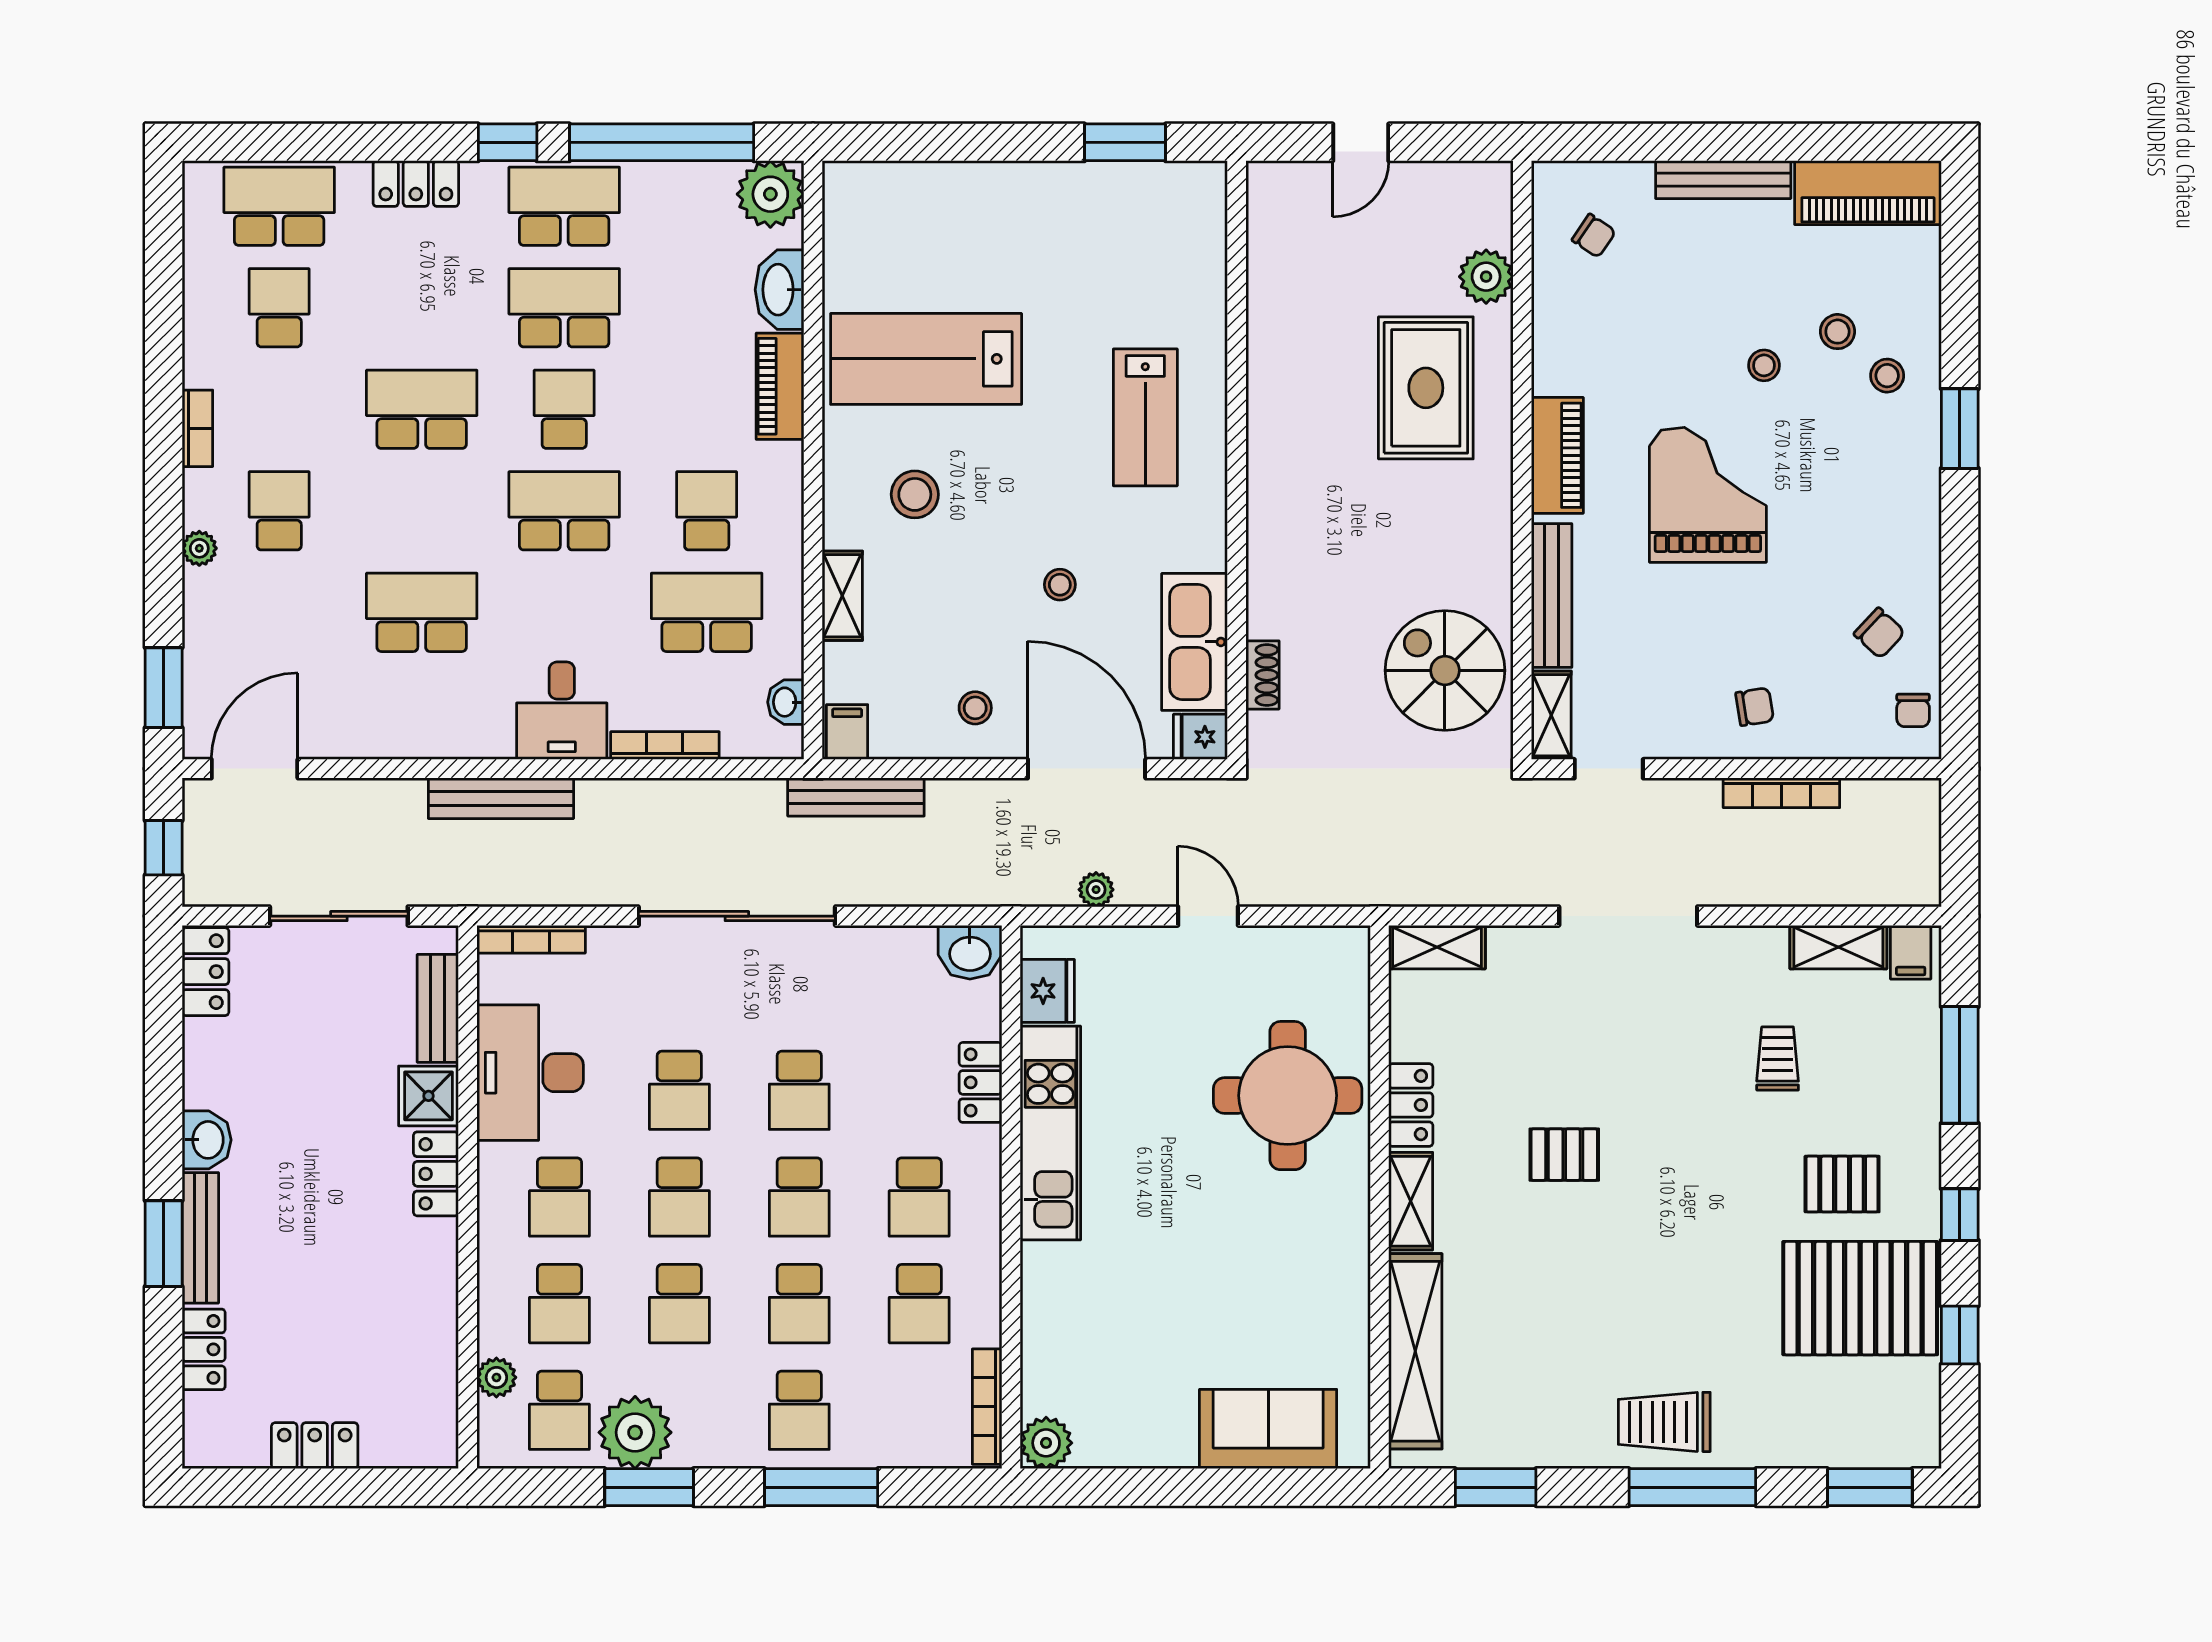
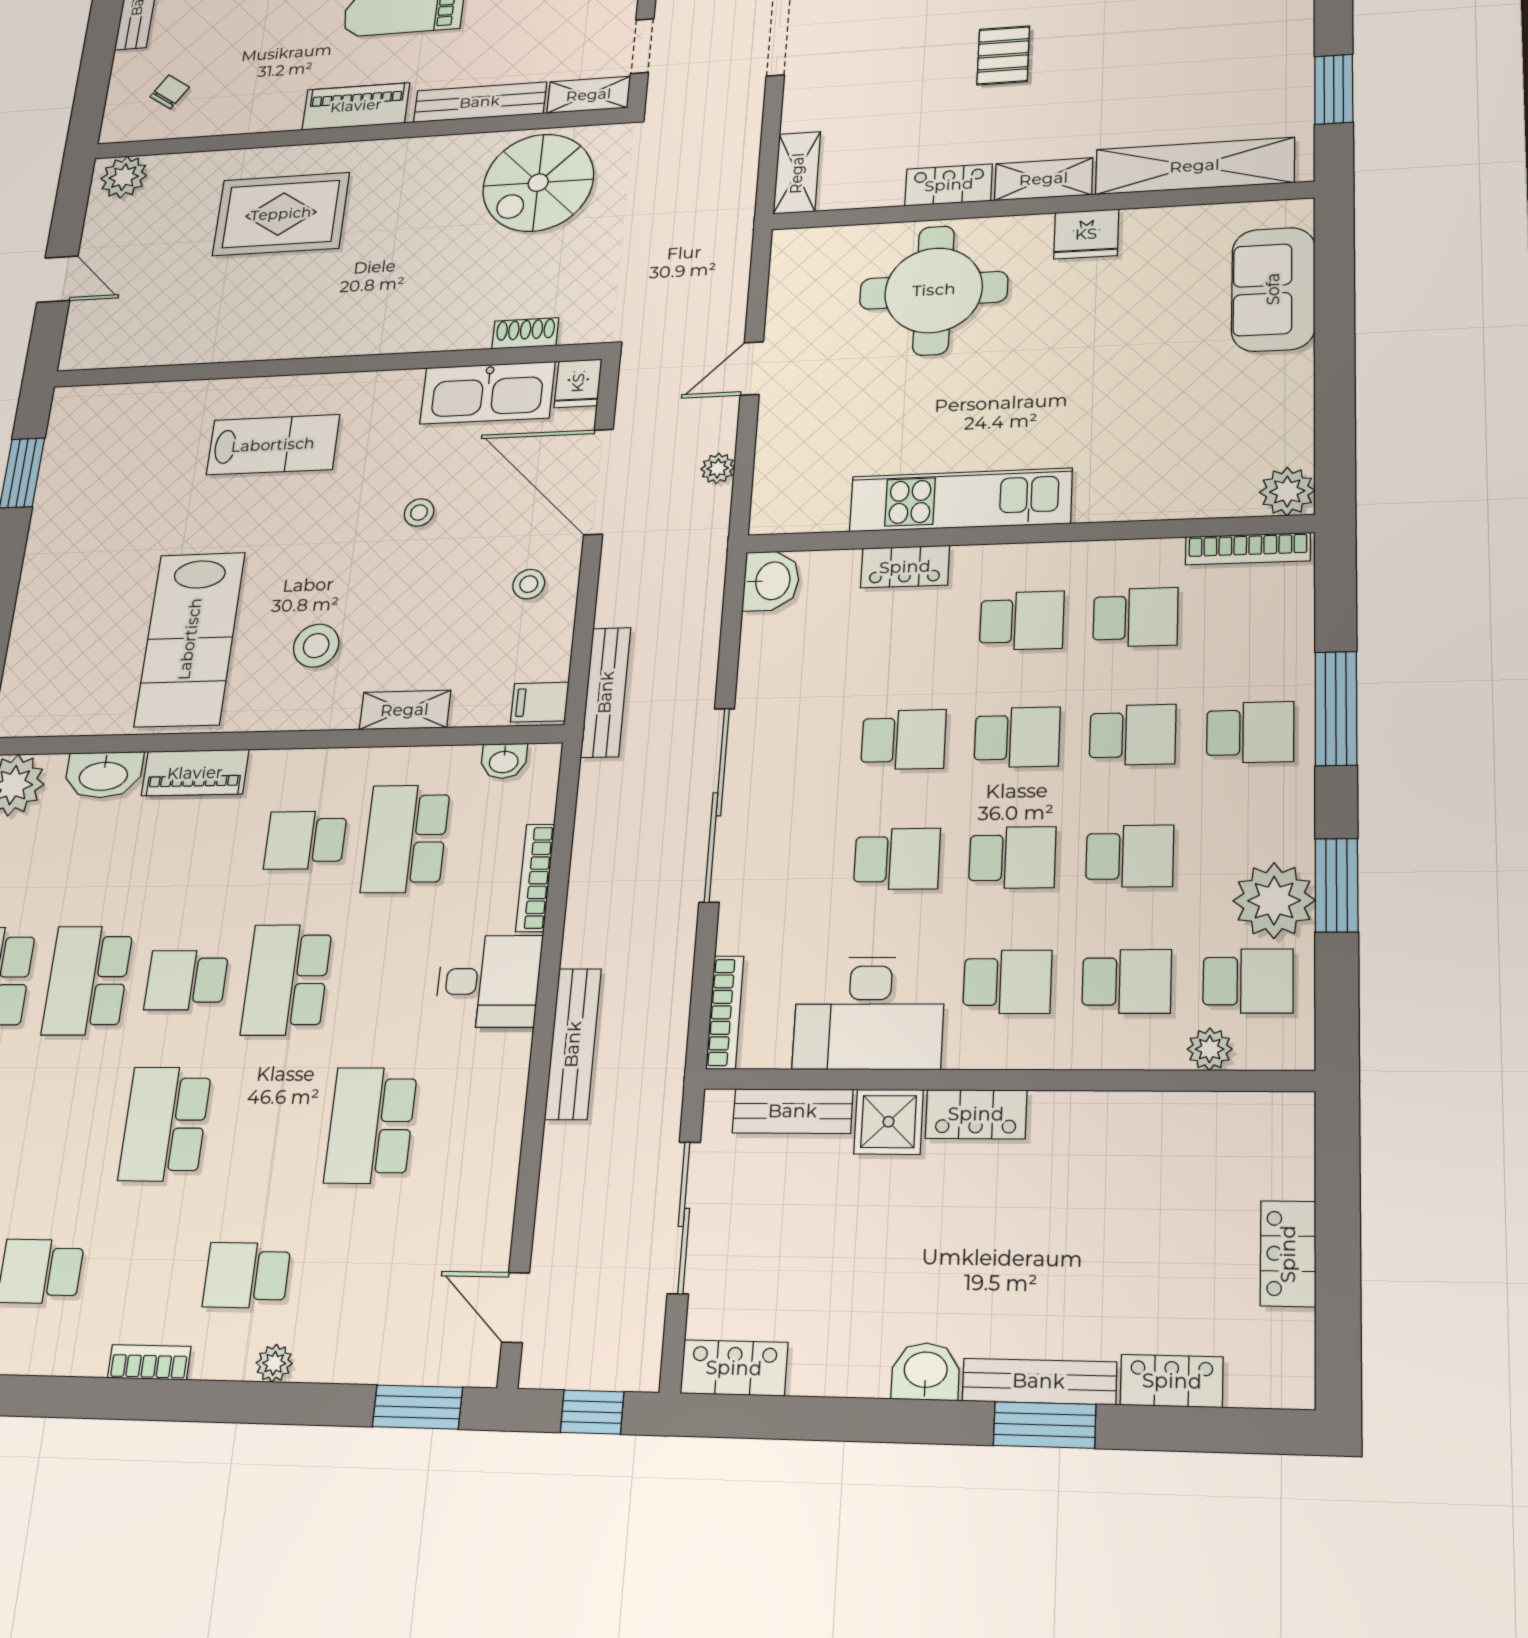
plant: (1486, 277) -> (124, 177), moved
door: (255, 769) -> (515, 1307), width x0.73
door: (1087, 769) -> (598, 482), hinge flipped
fridge: (1047, 991) -> (1086, 234), moved, turned 180

